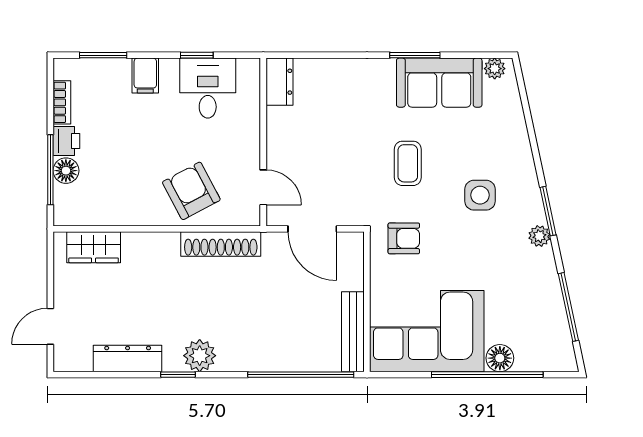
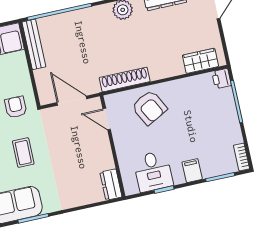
bookcase: (62, 102) -> (242, 157), moved
printer: (66, 141) -> (222, 79), moved
floor lamp: (66, 171) -> (227, 103), removed
armchair: (404, 238) -> (16, 107), turned 90

